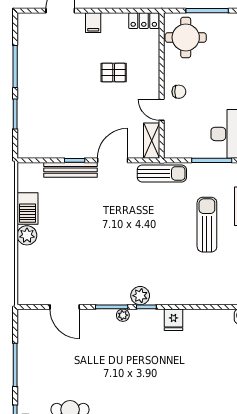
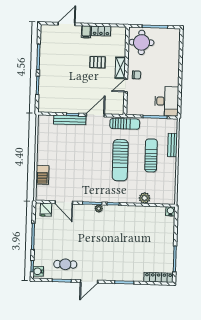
locker: (144, 21) -> (101, 31), moved
door: (162, 110) -> (126, 86), hinge flipped
shelving: (152, 141) -> (120, 68), moved
barbecue: (28, 208) -> (42, 175), moved
sun lounger: (156, 234) -> (120, 160), added
plant: (27, 235) -> (42, 159), removed
plant: (140, 296) -> (145, 198), moved
fridge: (174, 320) -> (46, 210), moved

